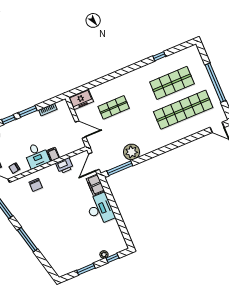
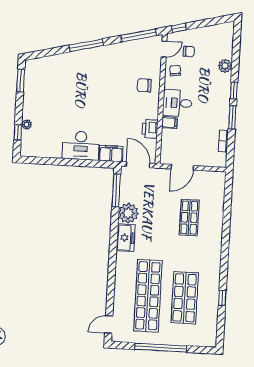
freezer: (81, 99) -> (126, 238), moved, turned 180
window: (86, 269) -> (21, 81), moved

